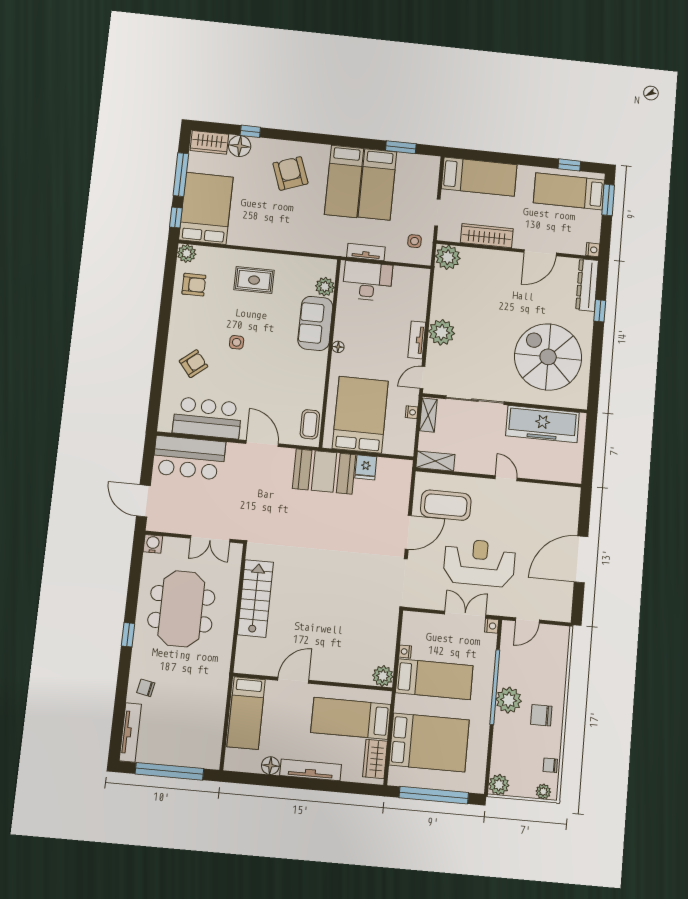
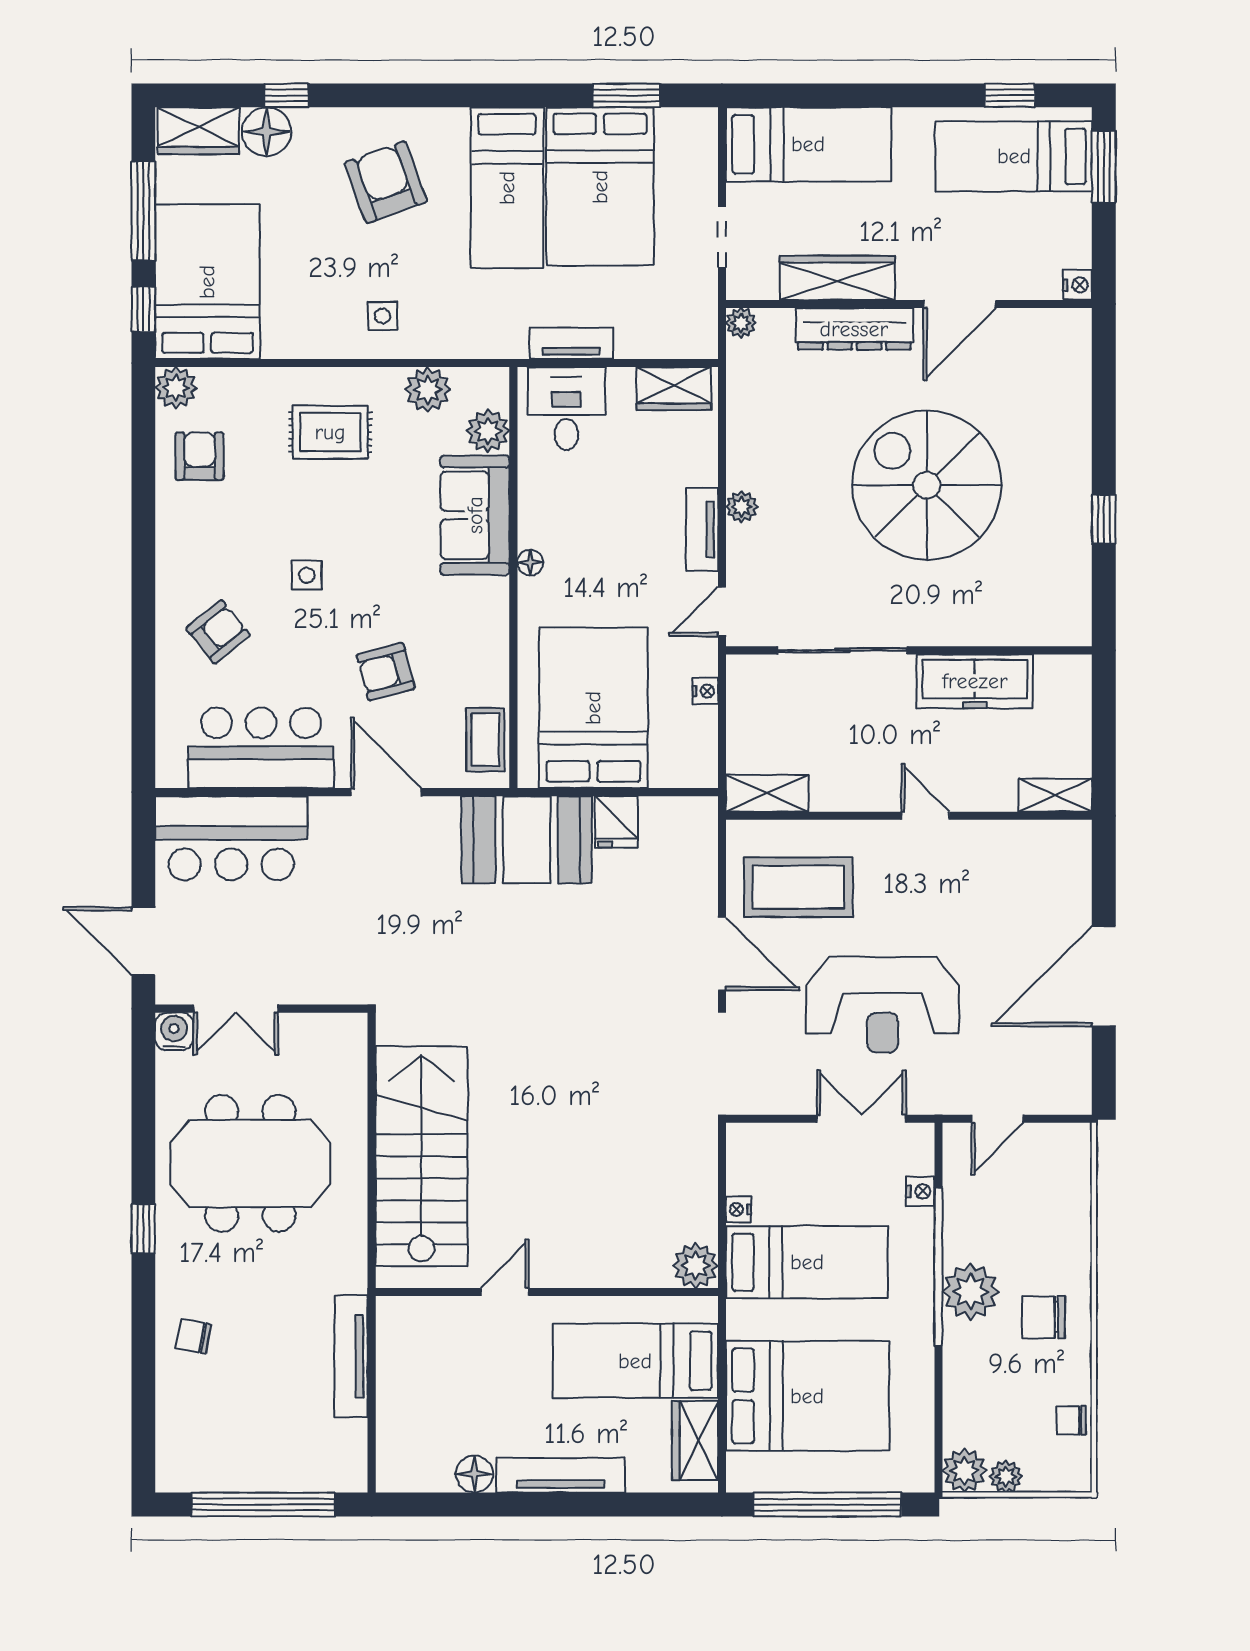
bed: (377, 184) -> (600, 187), width x1.50
side table: (414, 241) -> (382, 316), moved
plant: (448, 257) -> (741, 323), width x0.53, depth x0.53
plant: (300, 266) -> (428, 390), added
wardrobe: (410, 277) -> (674, 389), added
desk: (367, 281) -> (566, 409), width x0.73
armchair: (194, 285) -> (200, 456), turned -90
dresser: (587, 285) -> (854, 329), moved, turned -90
window: (600, 311) -> (1104, 520), moved
plant: (442, 332) -> (742, 507), width x0.53, depth x0.53
spiral stairs: (548, 357) -> (927, 485), moved
armchair: (268, 389) -> (386, 672), added
shelving: (428, 415) -> (1055, 795), moved, turned 90
freezer: (542, 424) -> (975, 681), width x0.73, depth x0.79
door: (408, 532) -> (722, 954), hinge flipped
double door: (210, 539) -> (236, 1009), moved
reception desk: (479, 563) -> (883, 1005), turned 180
stairs: (255, 598) -> (421, 1156), width x1.36, depth x1.51
meeting table: (181, 609) -> (250, 1163), turned 90
nightstand: (492, 626) -> (920, 1191), moved
door: (293, 680) -> (505, 1292), width x0.73
bed: (246, 713) -> (412, 1370), removed
tv unit: (130, 732) -> (351, 1356), moved, turned 180
plant: (543, 792) -> (1006, 1476), moved

